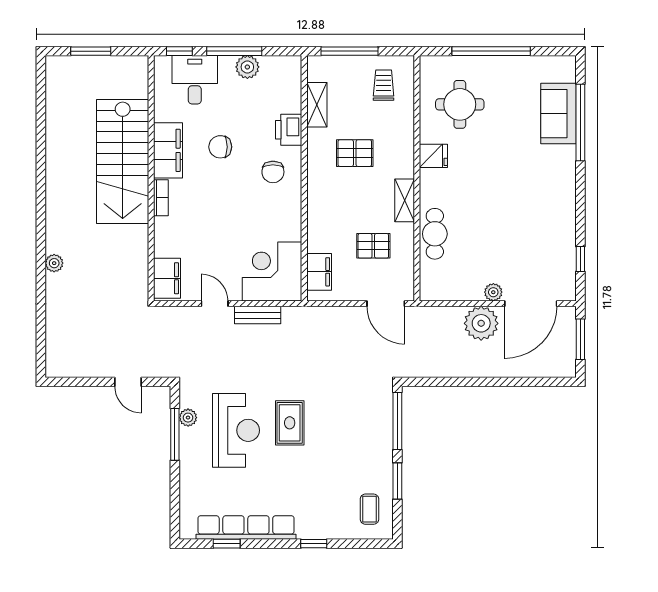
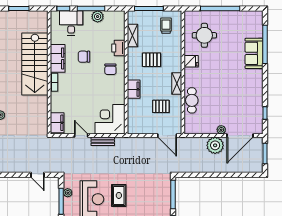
sofa: (558, 114) -> (254, 53), moved
filing cabinet: (319, 272) -> (134, 89), moved

